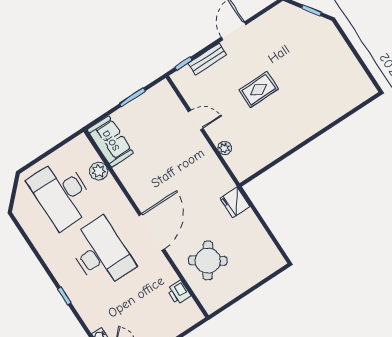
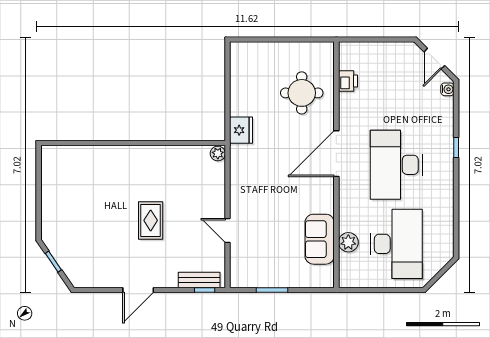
bench: (207, 59) -> (199, 280), moved
rug: (259, 90) -> (151, 220), turned 90
sofa: (110, 141) -> (320, 239), moved
plant: (225, 148) -> (218, 153), moved
round table: (208, 261) -> (302, 93), turned -34

